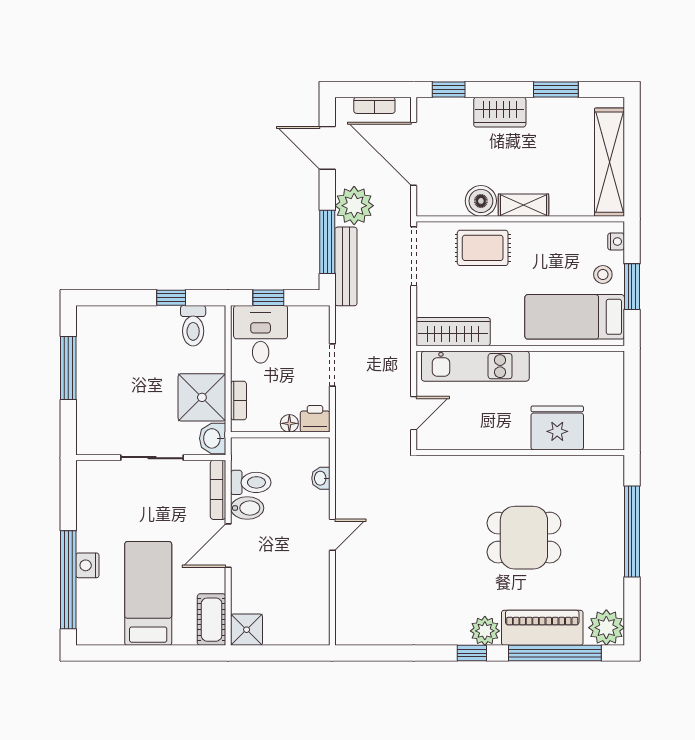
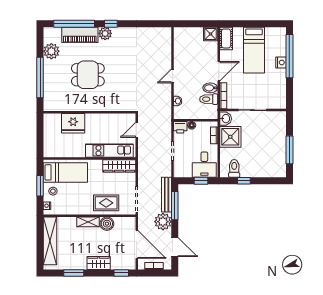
plant: (606, 628) -> (51, 51), moved

